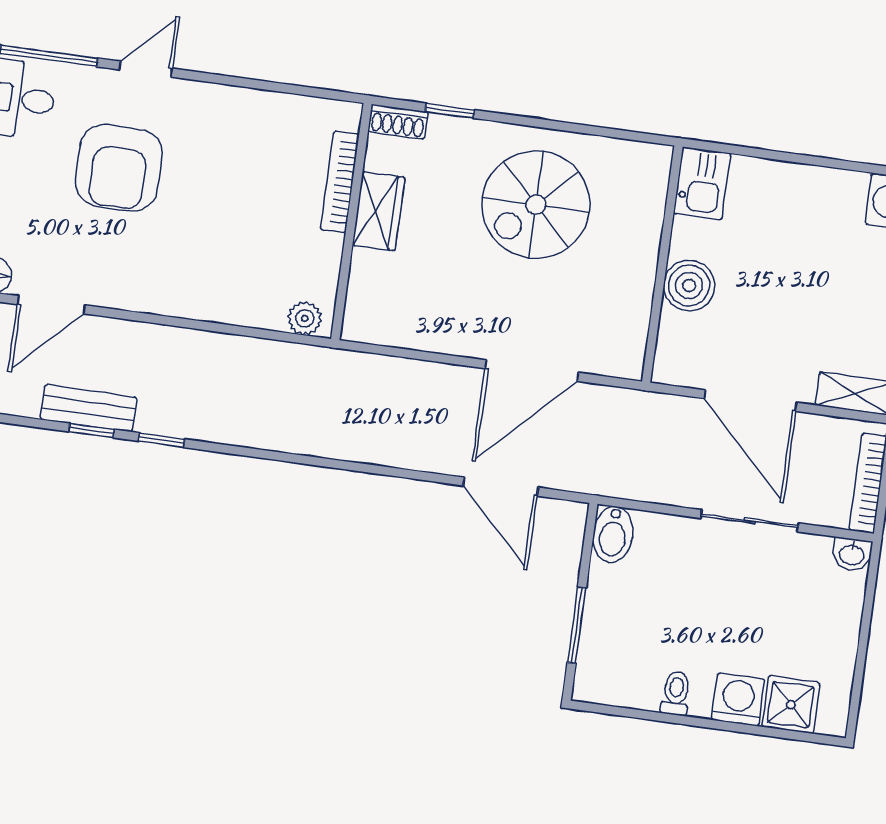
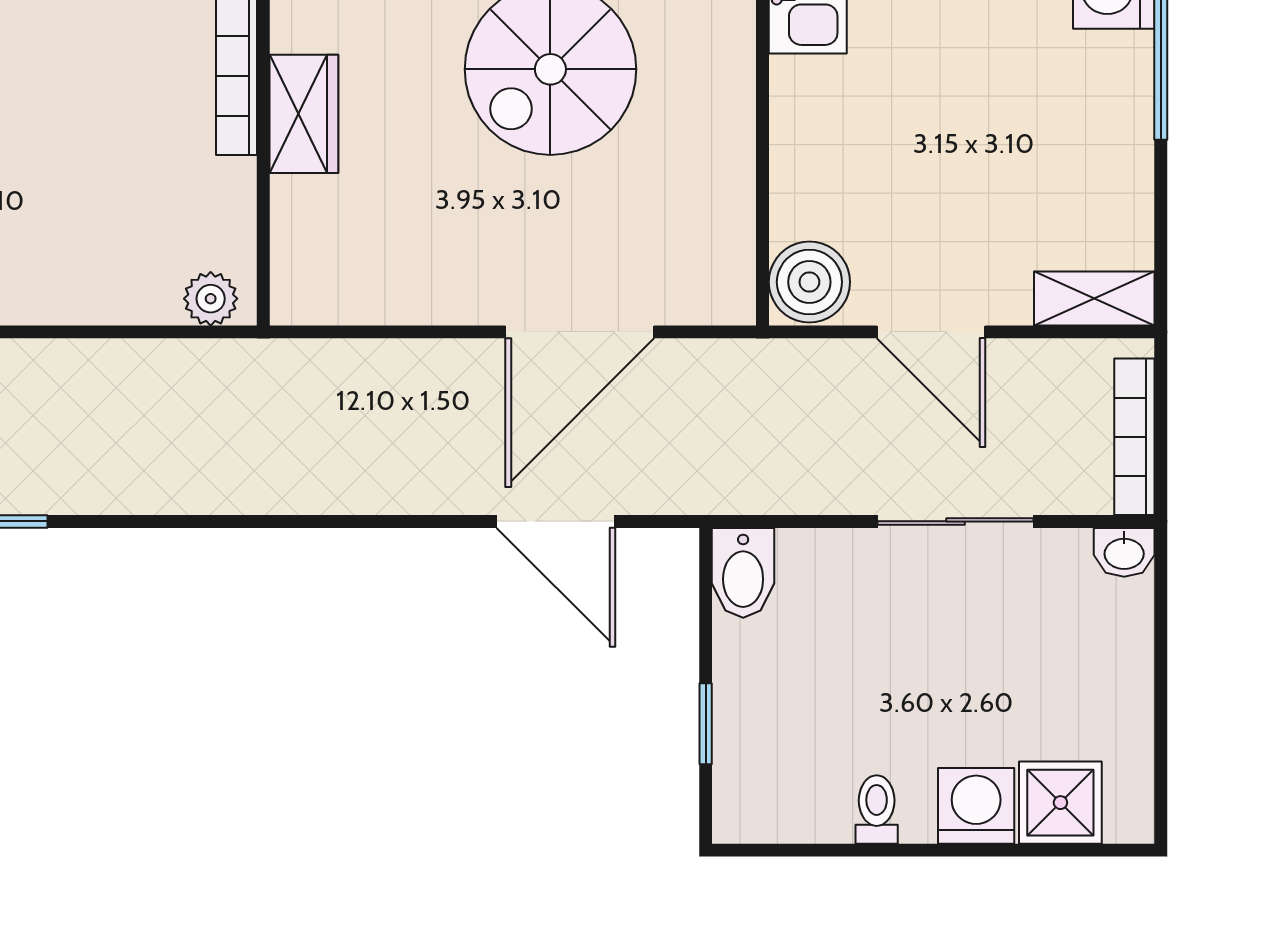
boiler: (689, 285) -> (809, 282), moved
door: (750, 401) -> (931, 332), width x0.73
window: (577, 625) -> (706, 724), width x0.67

